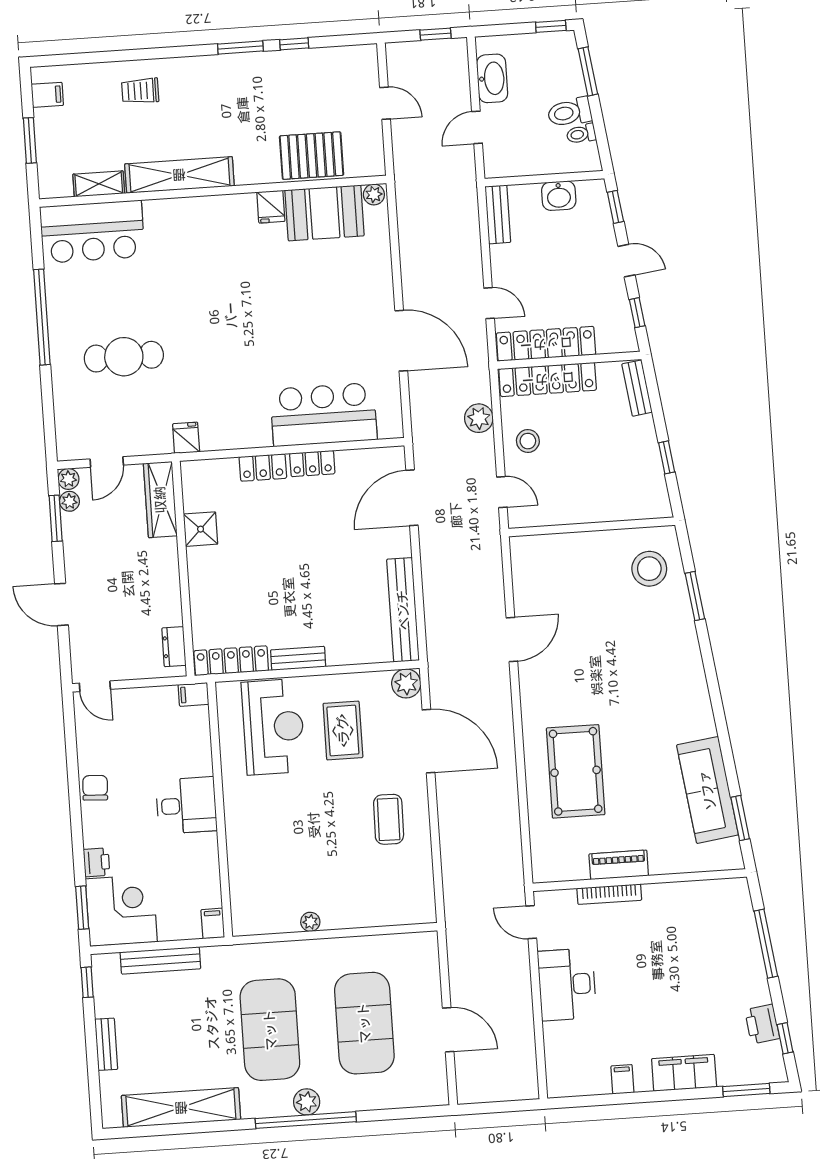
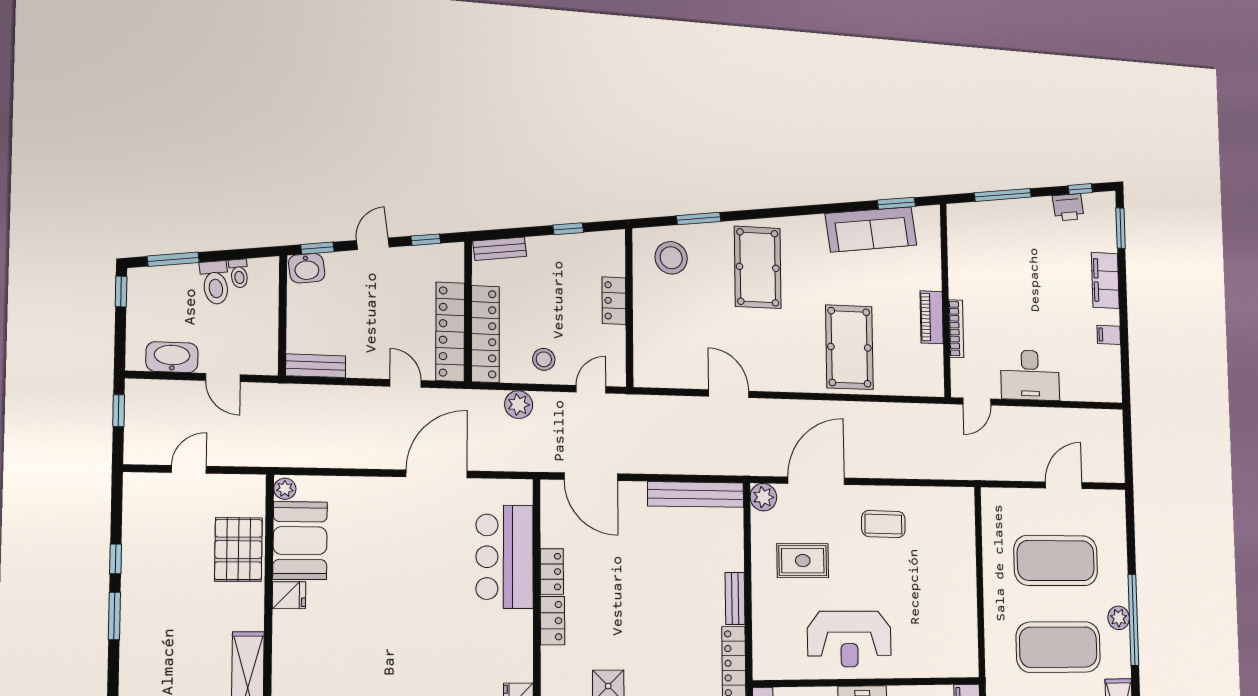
washbasin: (559, 196) -> (307, 268), moved, turned 82
door: (489, 303) -> (406, 383), hinge flipped
locker: (597, 510) -> (614, 301), added
pool table: (650, 664) -> (758, 267), added
reception desk: (273, 727) -> (849, 639), moved, turned 180
pool table: (576, 771) -> (849, 347), turned 90
plant: (310, 922) -> (969, 604), removed

